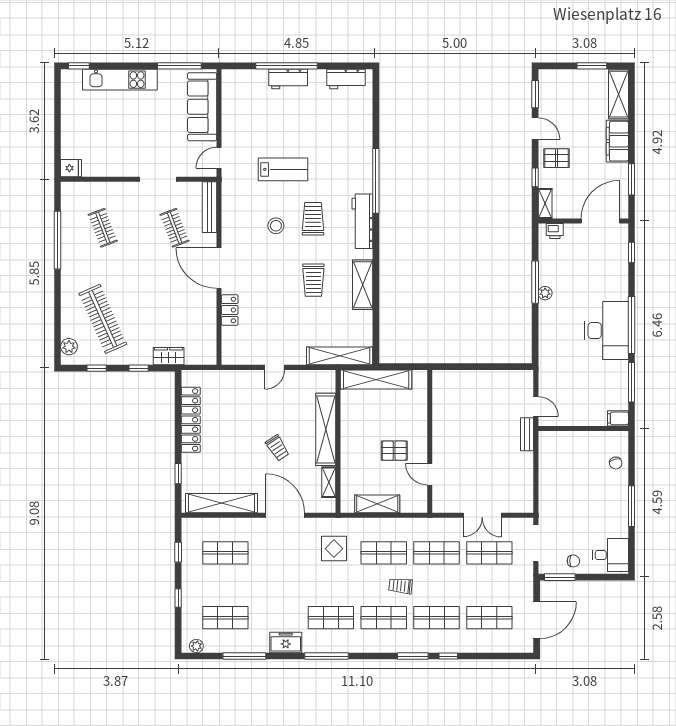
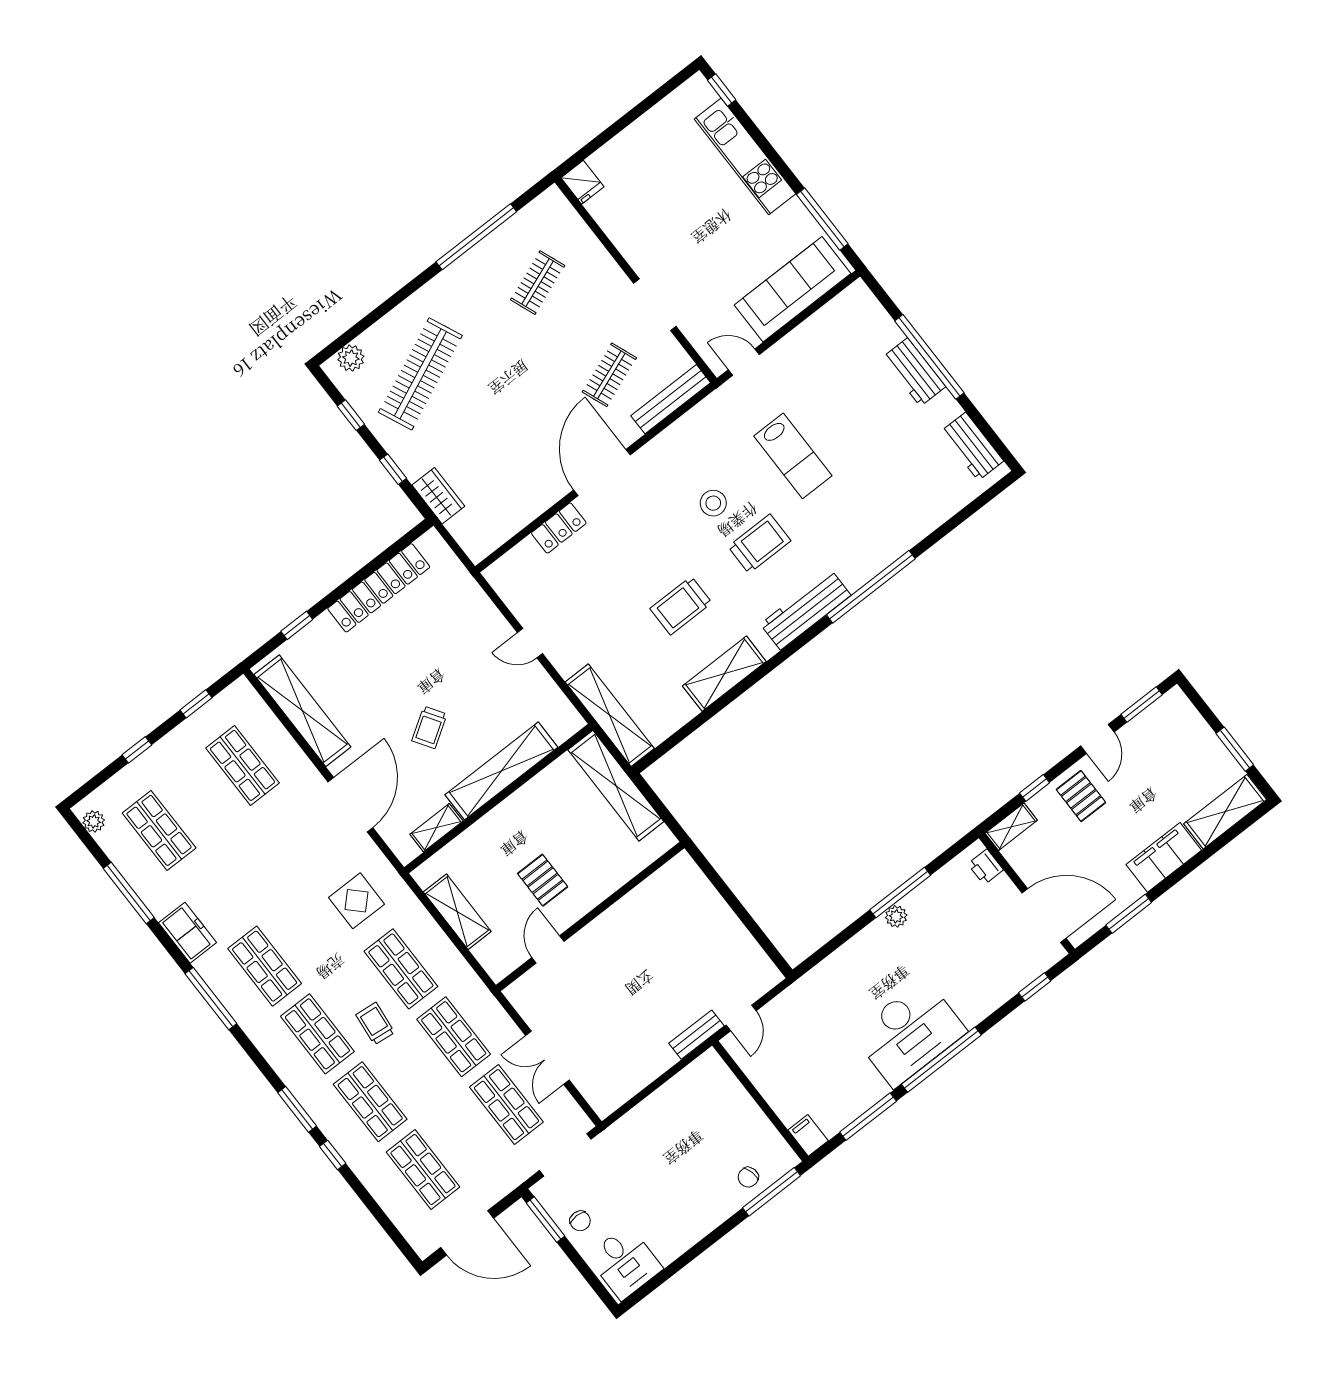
window: (632, 506) -> (772, 1192), moved

